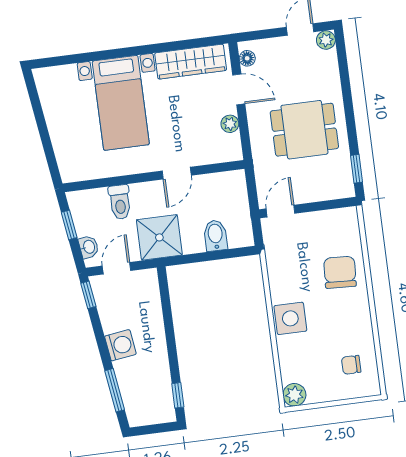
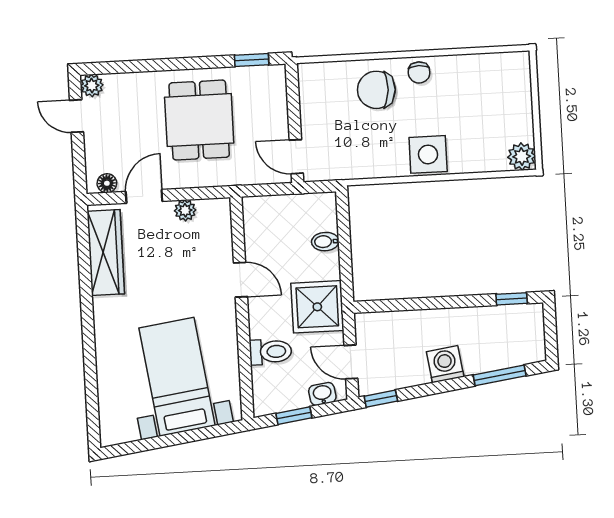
bed with nightstands: (121, 103) -> (177, 377), moved, turned -98
bidet: (215, 236) -> (325, 242), width x0.72, depth x0.74
chair: (351, 365) -> (419, 72), moved

